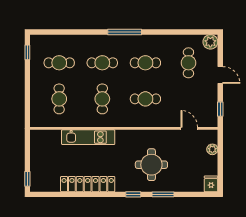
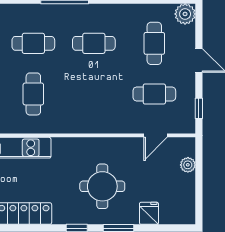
cafe table: (145, 99) -> (154, 94), moved
door: (189, 128) -> (155, 135), swing flipped
fridge: (211, 184) -> (149, 213), moved

